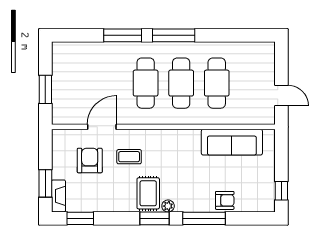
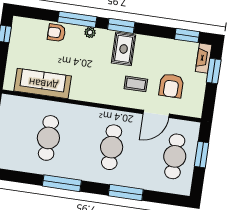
window: (174, 35) -> (62, 183), moved
cafe table: (181, 83) -> (175, 156), moved
plant: (168, 206) -> (90, 32), moved

